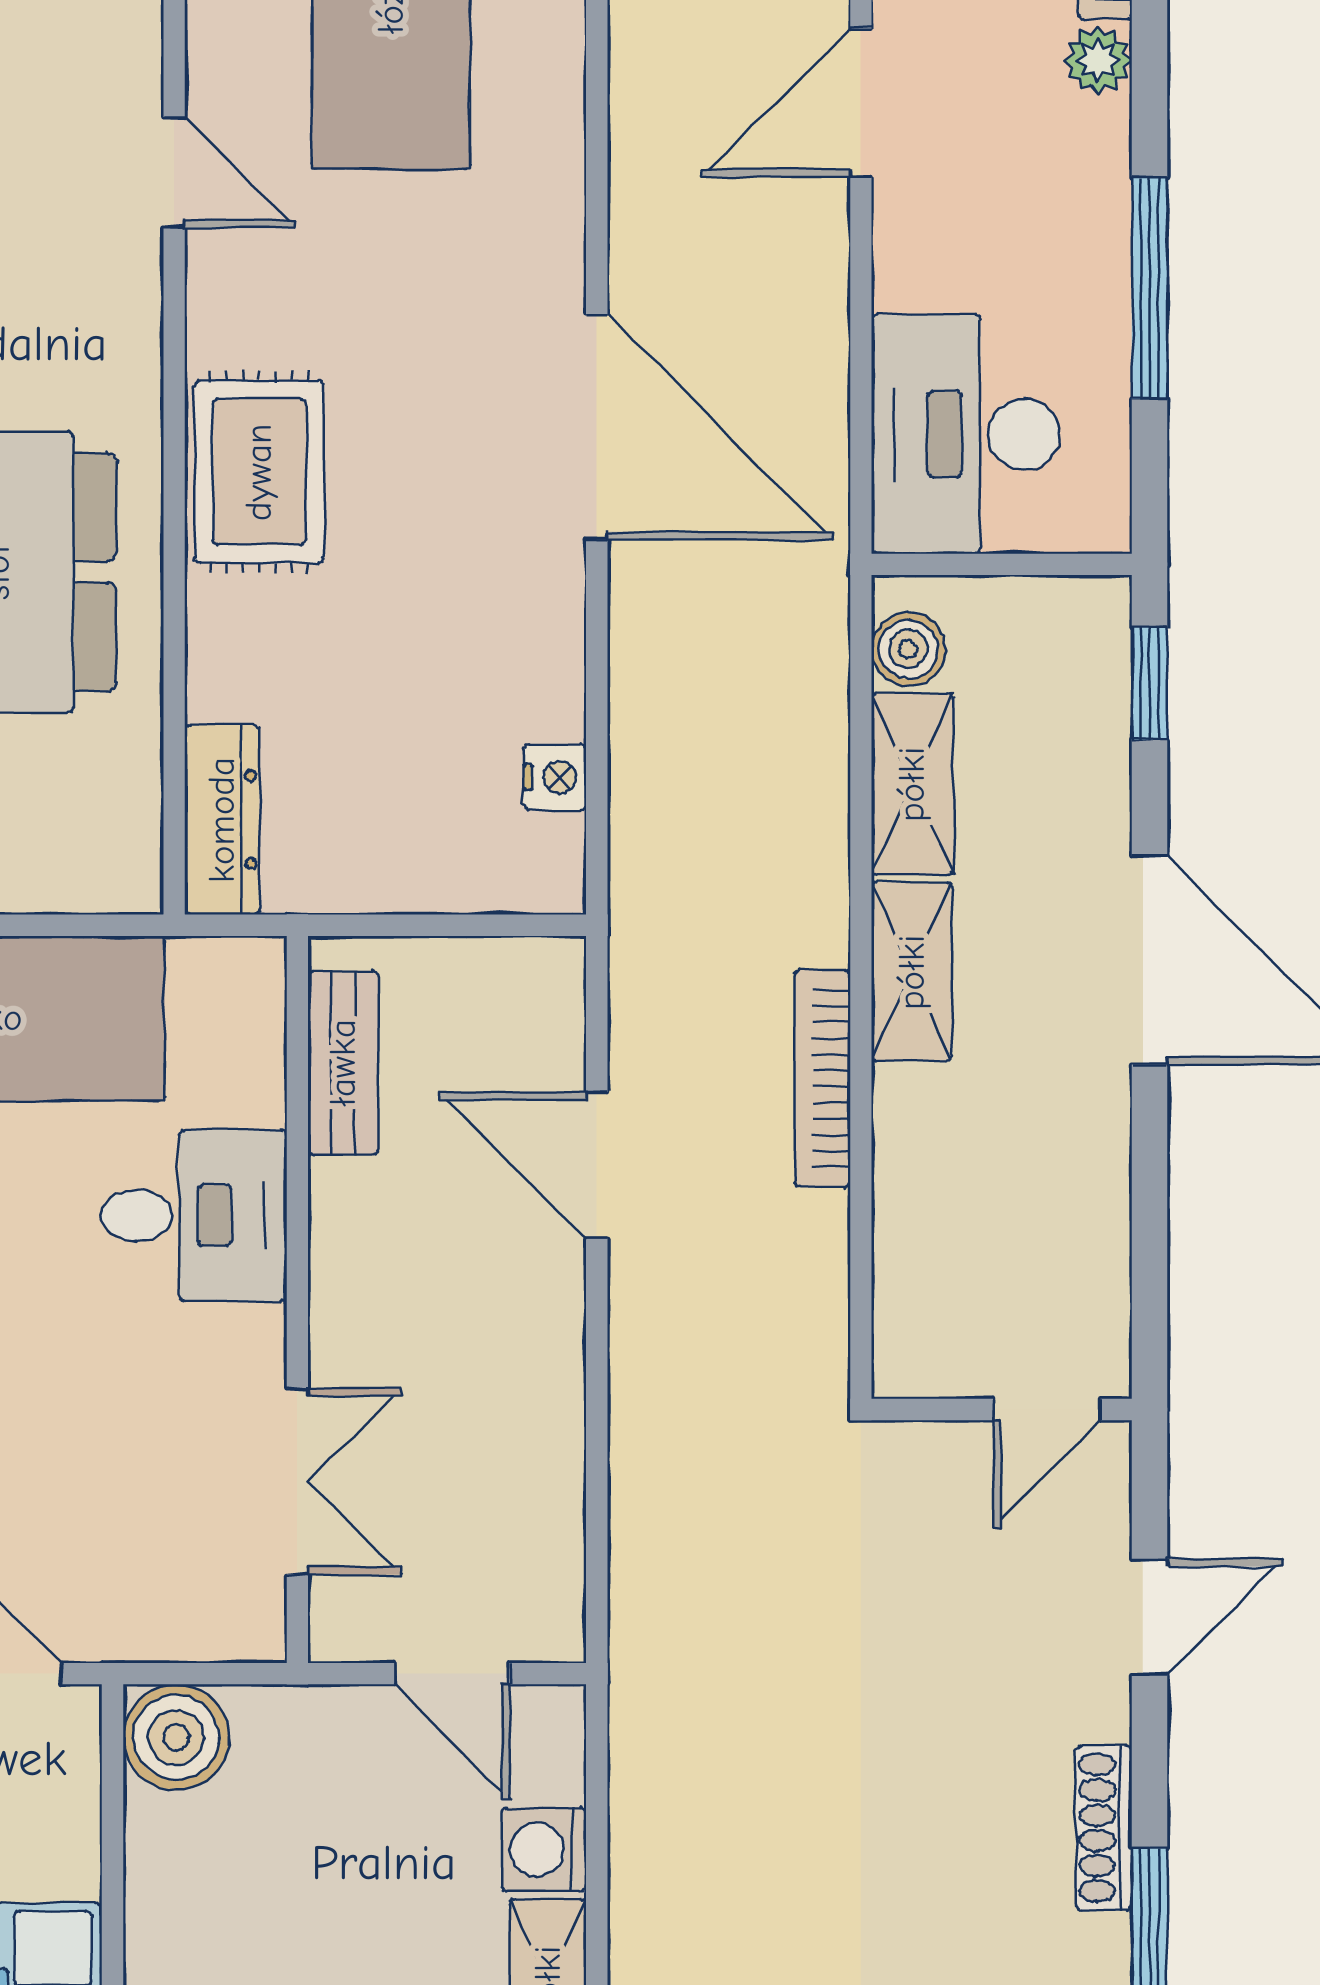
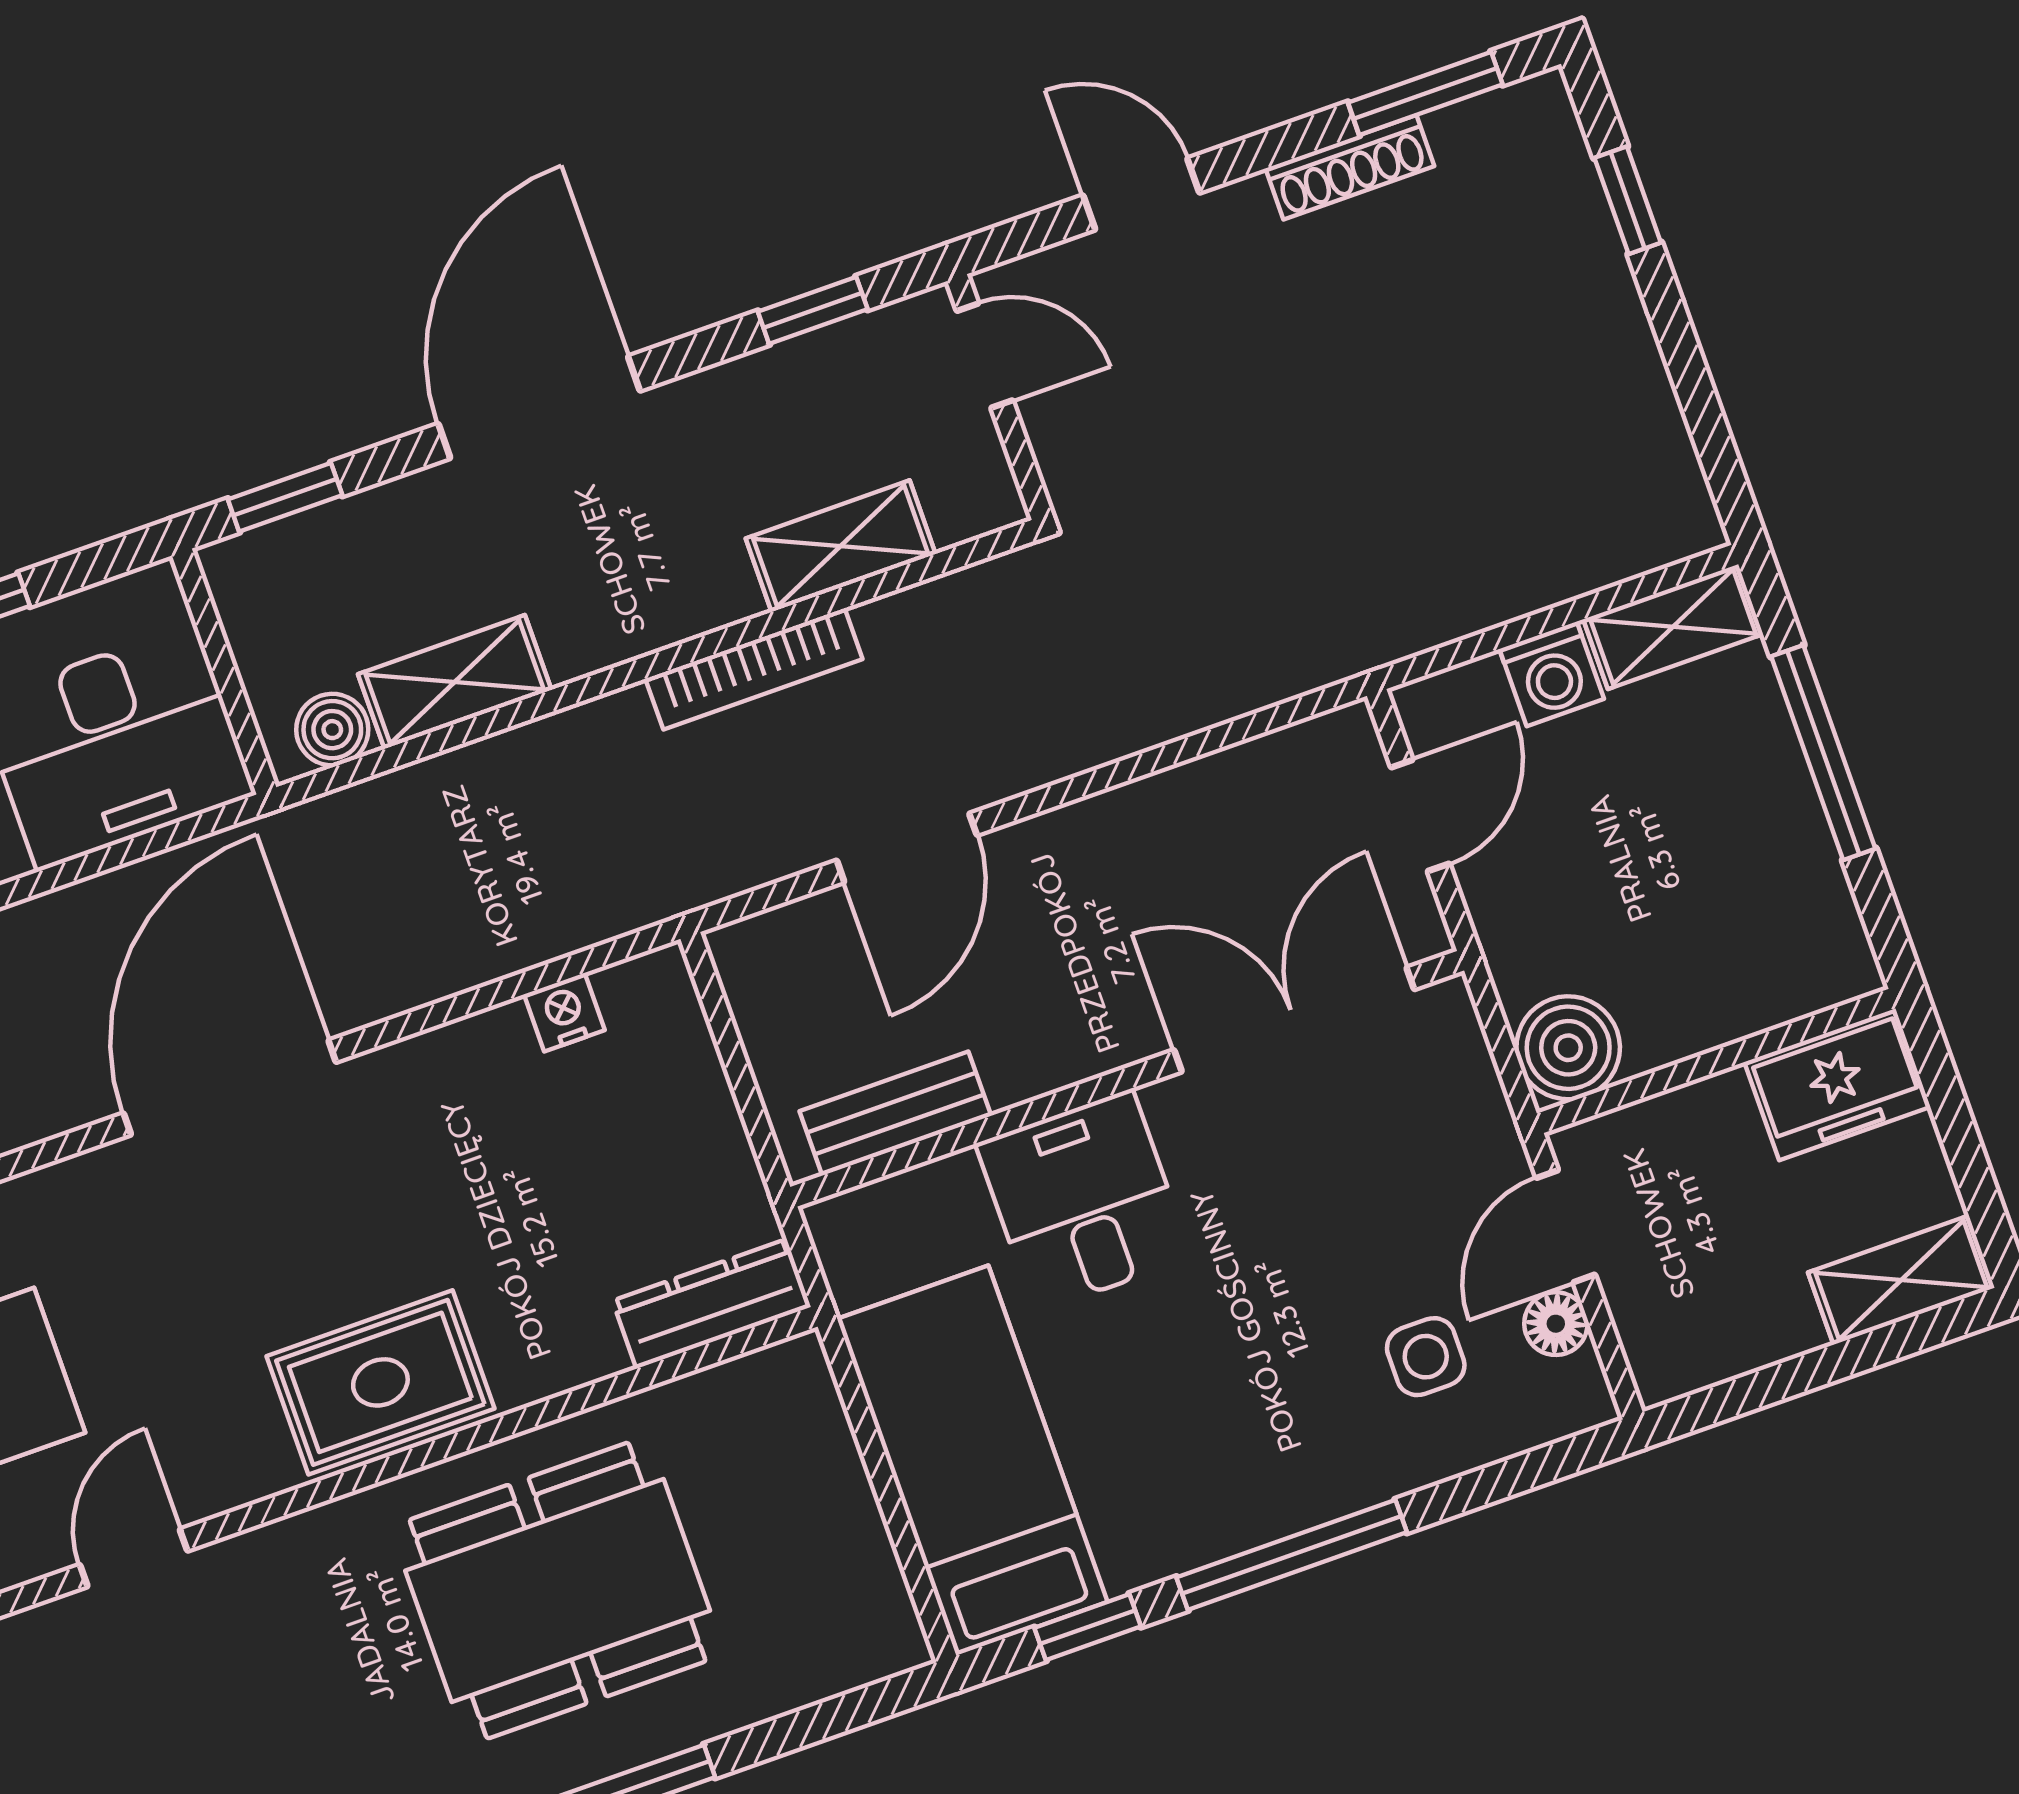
shelving: (912, 972) -> (841, 546), moved
window: (1150, 1258) -> (813, 310), added
double door: (297, 1481) -> (1294, 1020), width x1.37

